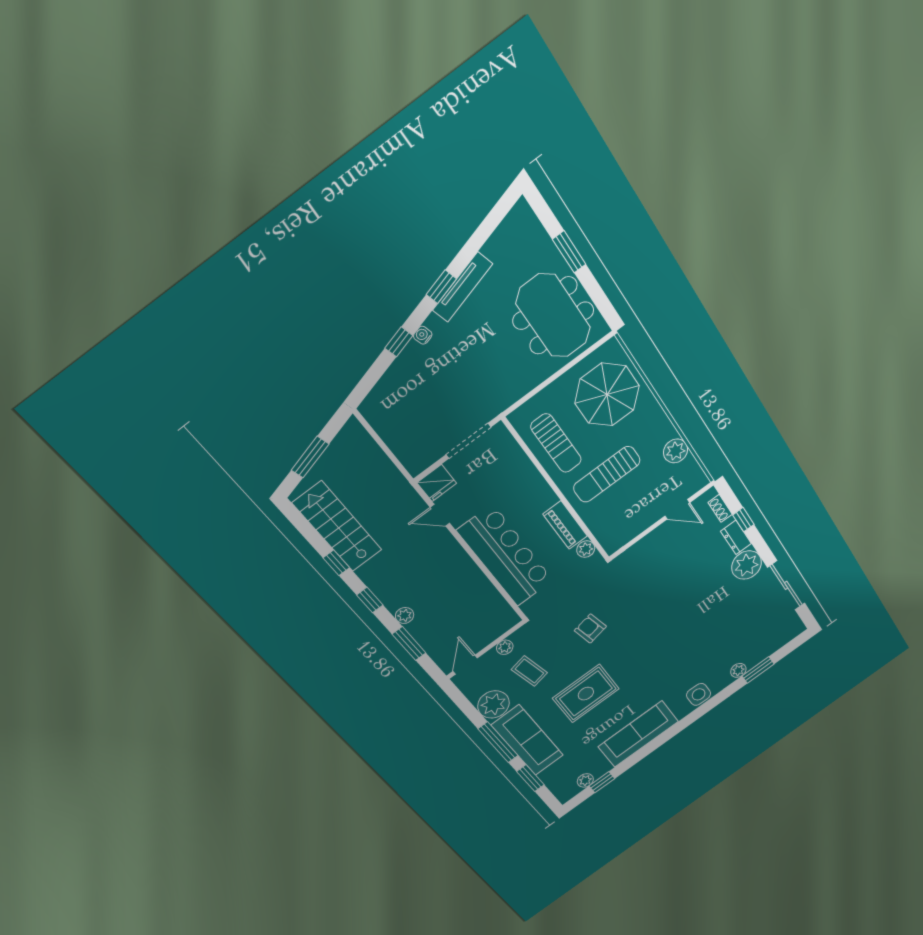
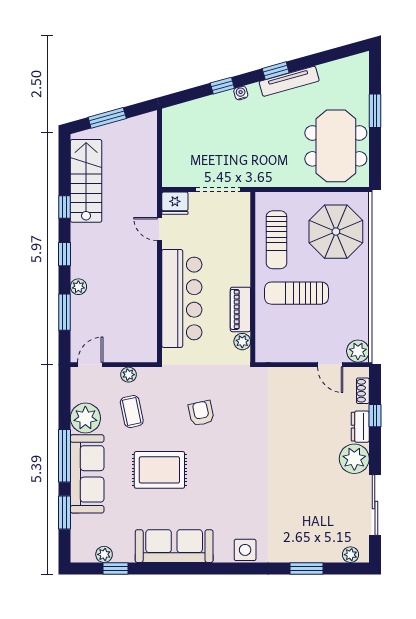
plant: (676, 451) -> (358, 351), moved
plant: (738, 670) -> (351, 555), moved

